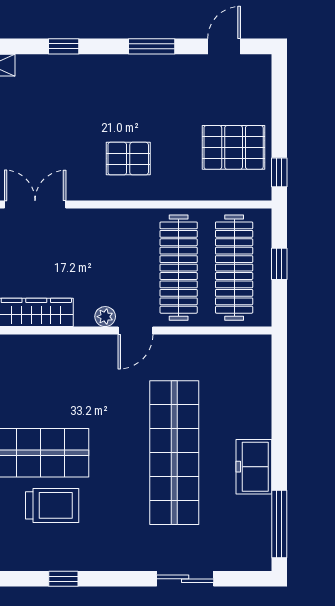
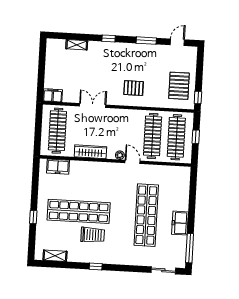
pallet: (234, 147) -> (179, 86), turned 90
door: (135, 331) -> (133, 162), swing flipped
sliding door: (185, 579) -> (163, 270), moved

